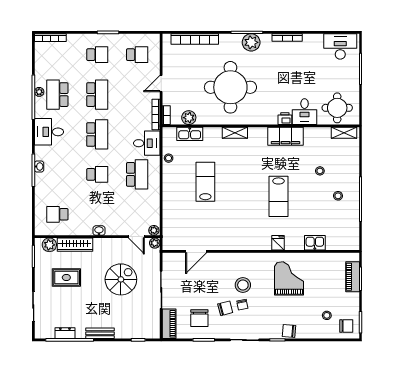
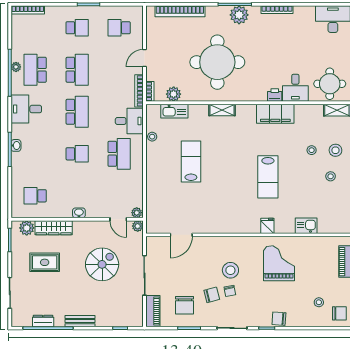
school desk: (137, 55) -> (119, 28), turned 180
stool: (343, 171) -> (335, 150), added

